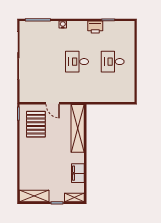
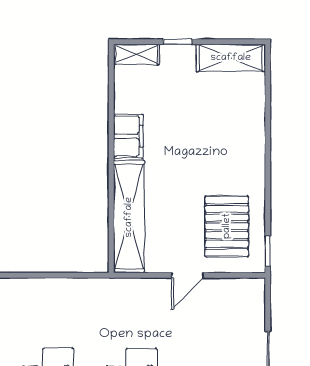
door: (53, 103) -> (187, 275), swing flipped
filing cabinet: (78, 173) -> (128, 136), moved

